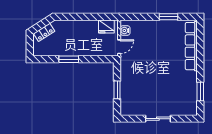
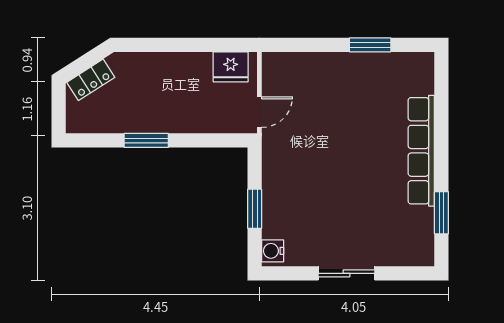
water cooler: (125, 31) -> (273, 251), moved
row of seats: (191, 46) -> (421, 151), moved

